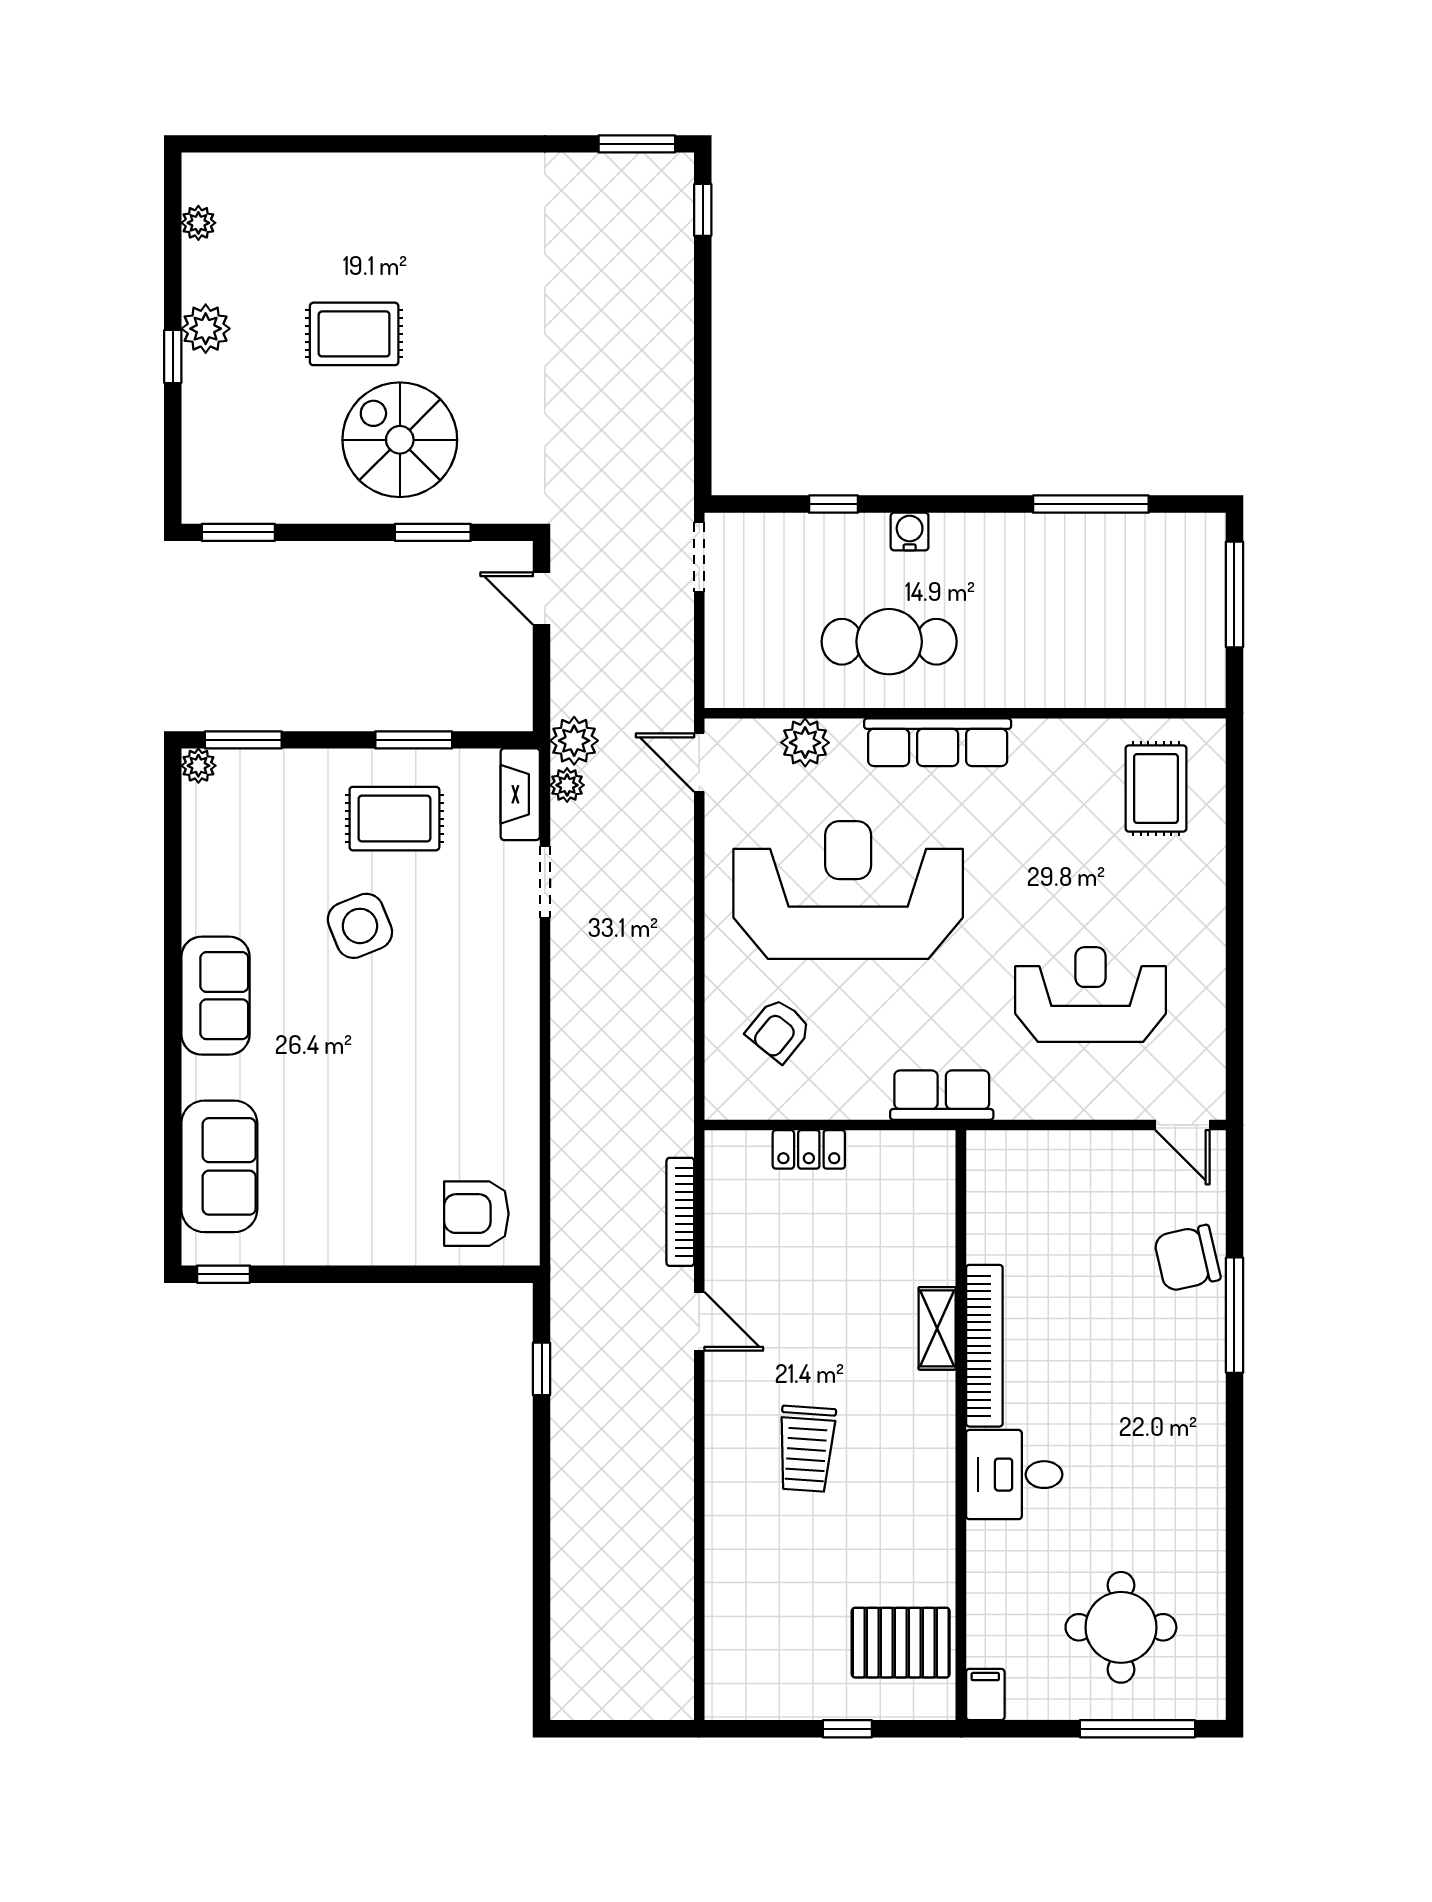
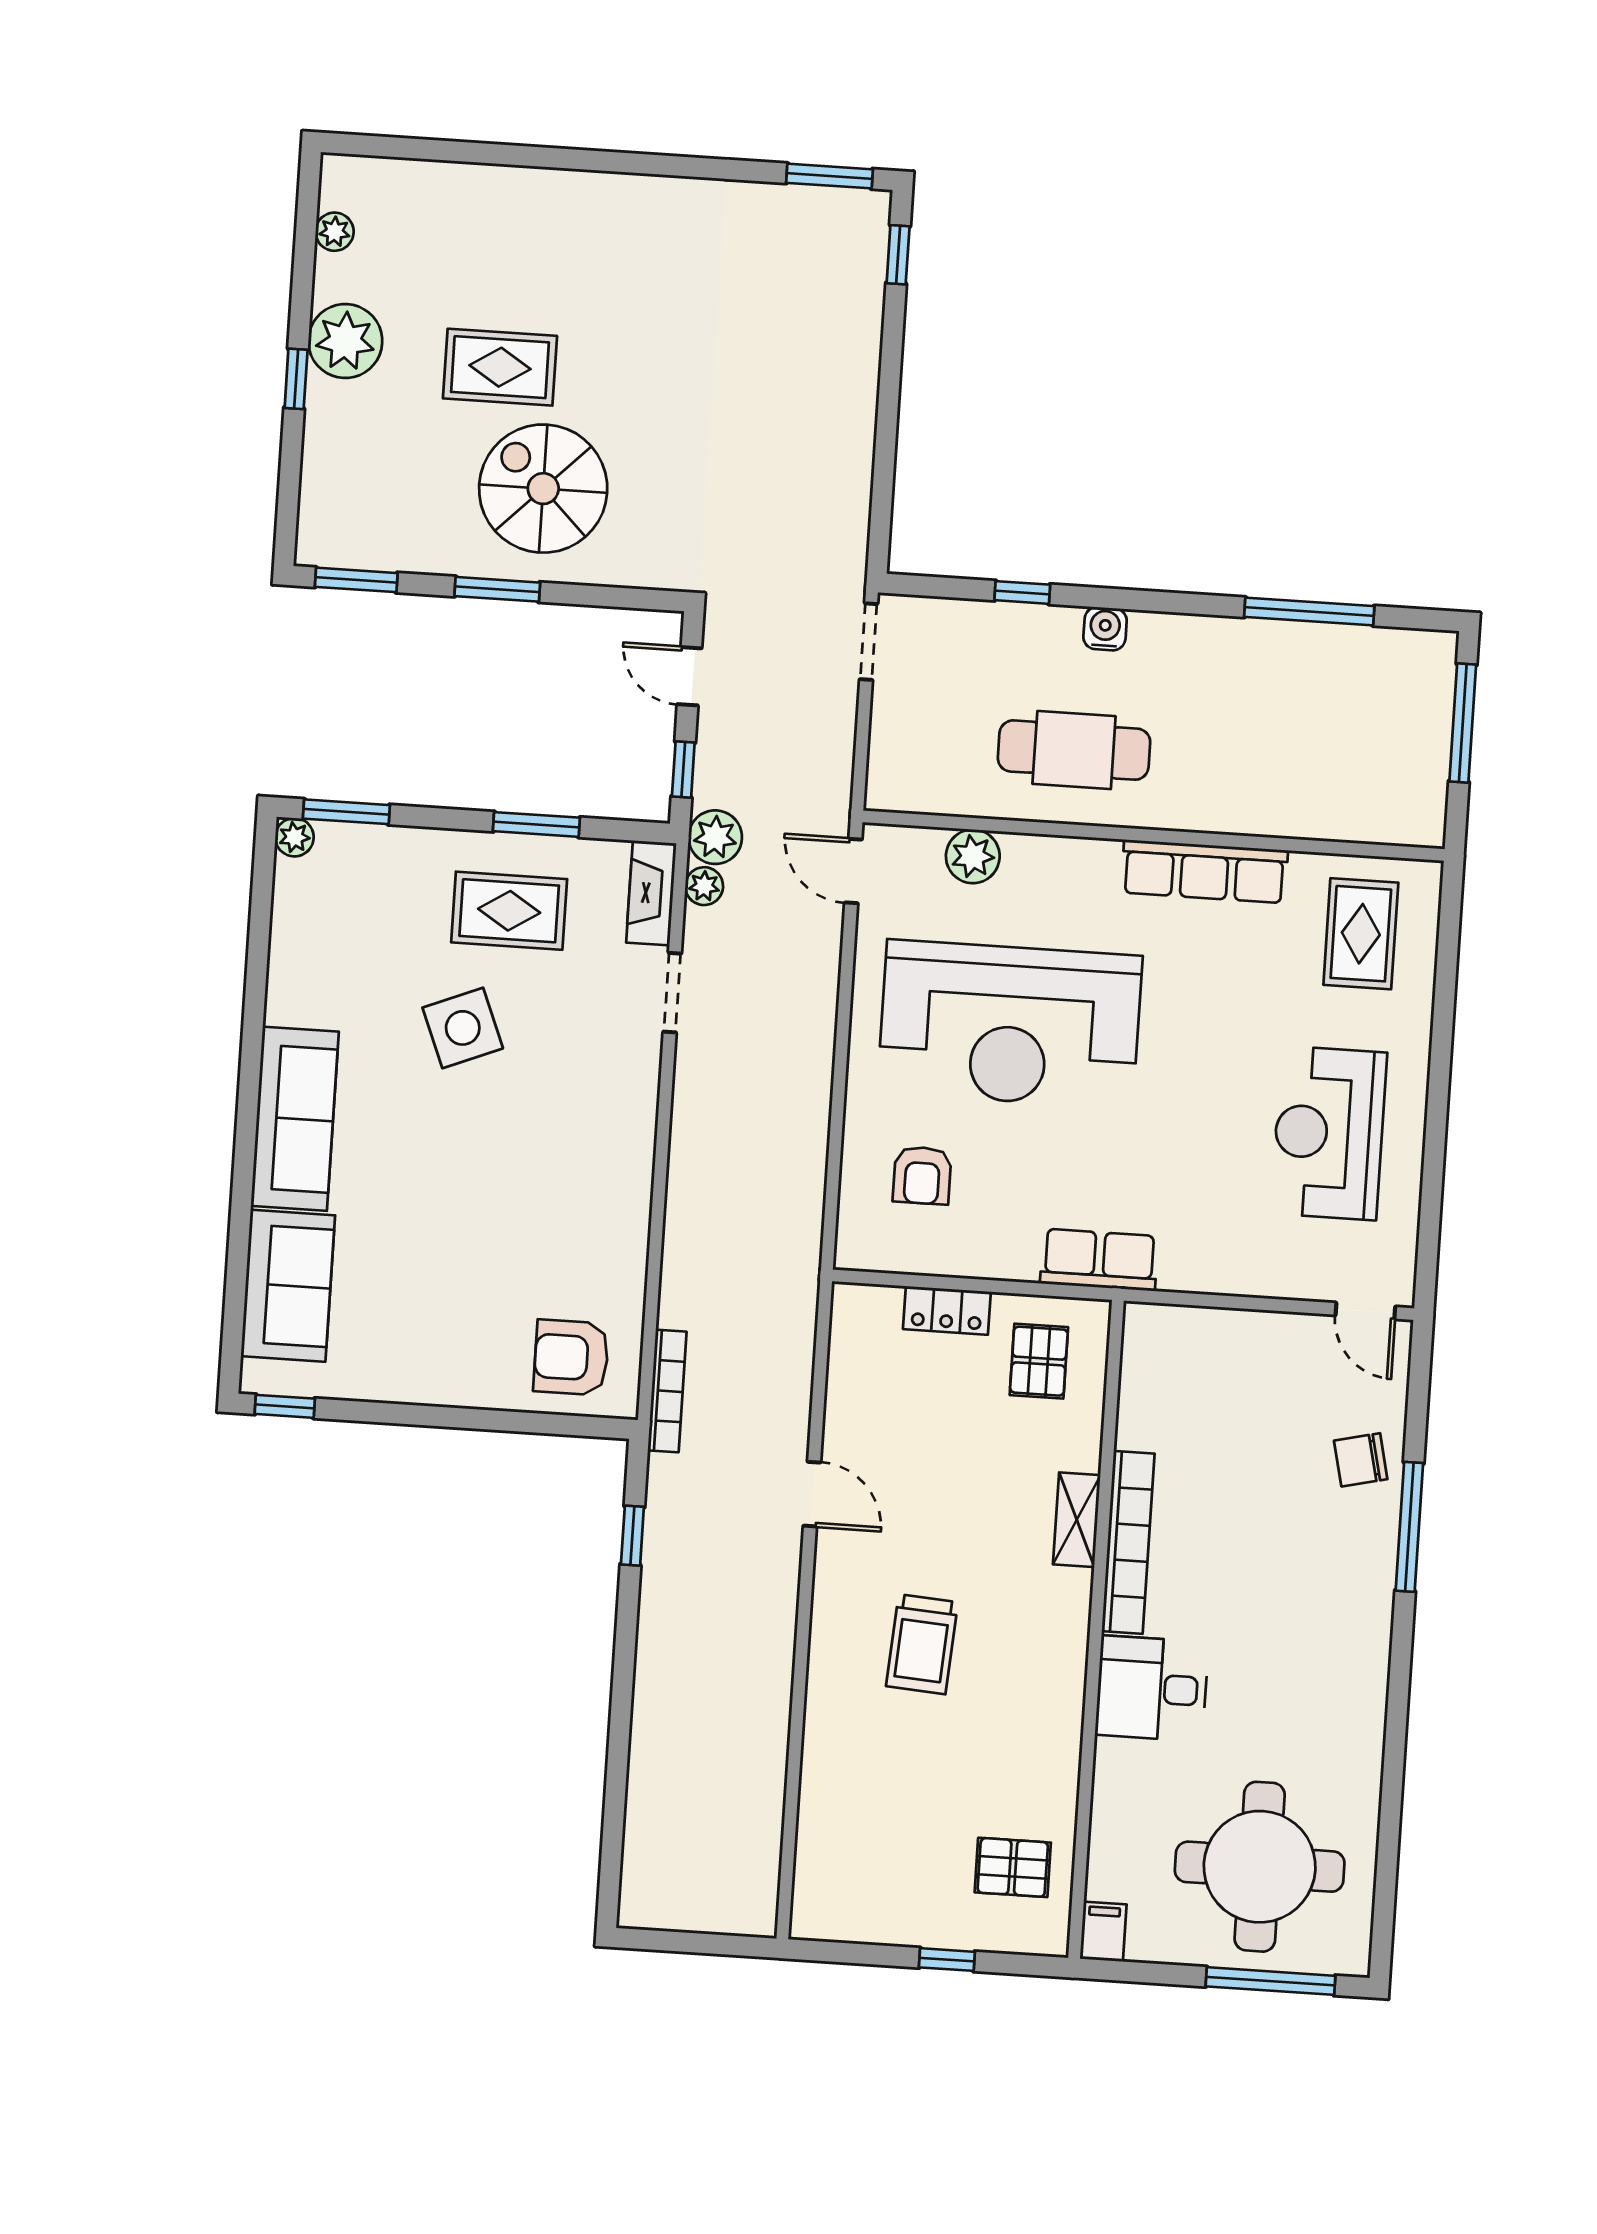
plant: (206, 329) -> (345, 341), width x1.36, depth x1.36
window: (433, 532) -> (497, 589), moved
window: (542, 682) -> (683, 769), added
row of seats: (938, 742) -> (1204, 871), moved
reception desk: (848, 890) -> (1010, 1024), turned 180
reception desk: (1091, 995) -> (1329, 1133), moved, turned -90
sofa: (215, 996) -> (295, 1119), width x1.36
armchair: (779, 1030) -> (922, 1175), turned -39
pallet: (894, 1189) -> (1039, 1361), added
bookcase: (680, 1212) -> (667, 1391), moved, turned 180
chair: (1187, 1258) -> (1361, 1460), width x0.73, depth x0.73
round table: (1121, 1627) -> (1260, 1867), width x1.36, depth x1.36
pallet: (901, 1643) -> (1013, 1867), width x0.67, depth x0.71

